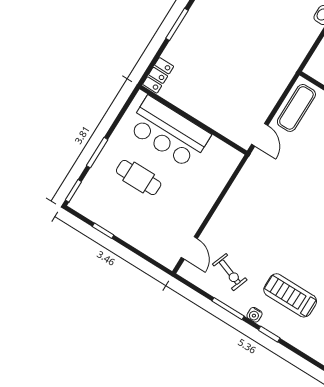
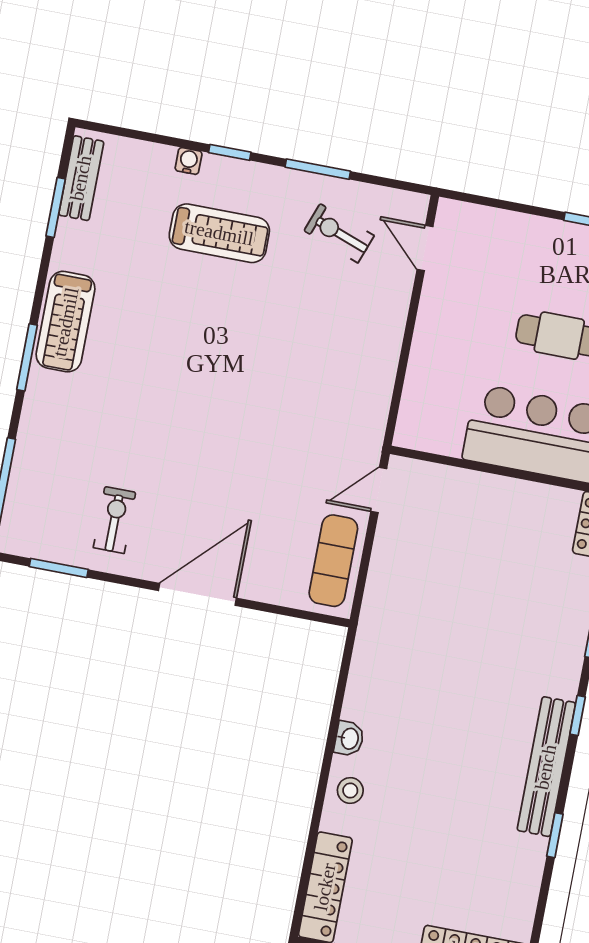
door: (260, 135) -> (379, 490), hinge flipped
water cooler: (254, 315) -> (189, 161), moved

